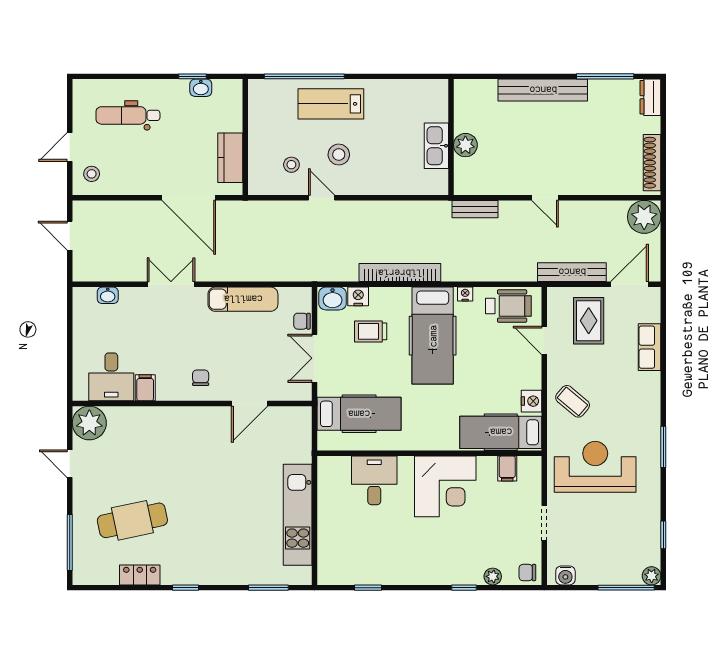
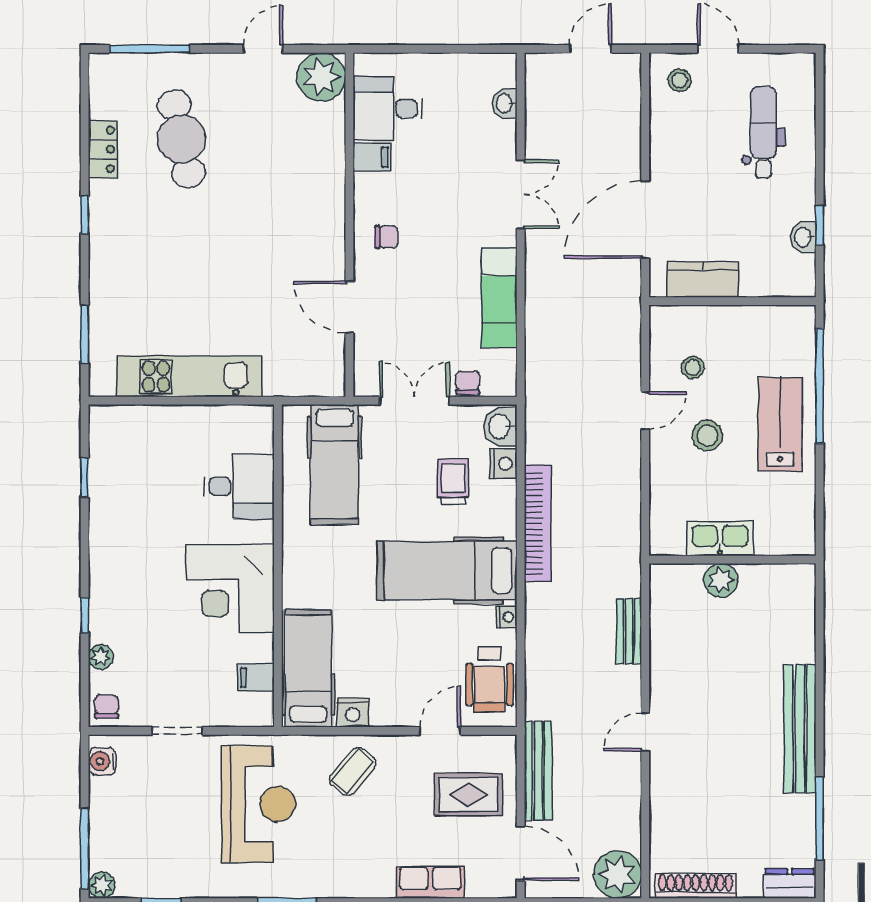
wall: (451, 137) -> (732, 560), moved
plant: (465, 145) -> (721, 580), moved
kitchen sink: (436, 146) -> (720, 538), moved

